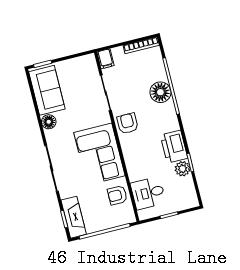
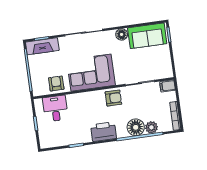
printer: (174, 147) -> (104, 132), moved
plant: (183, 169) -> (151, 127), moved

